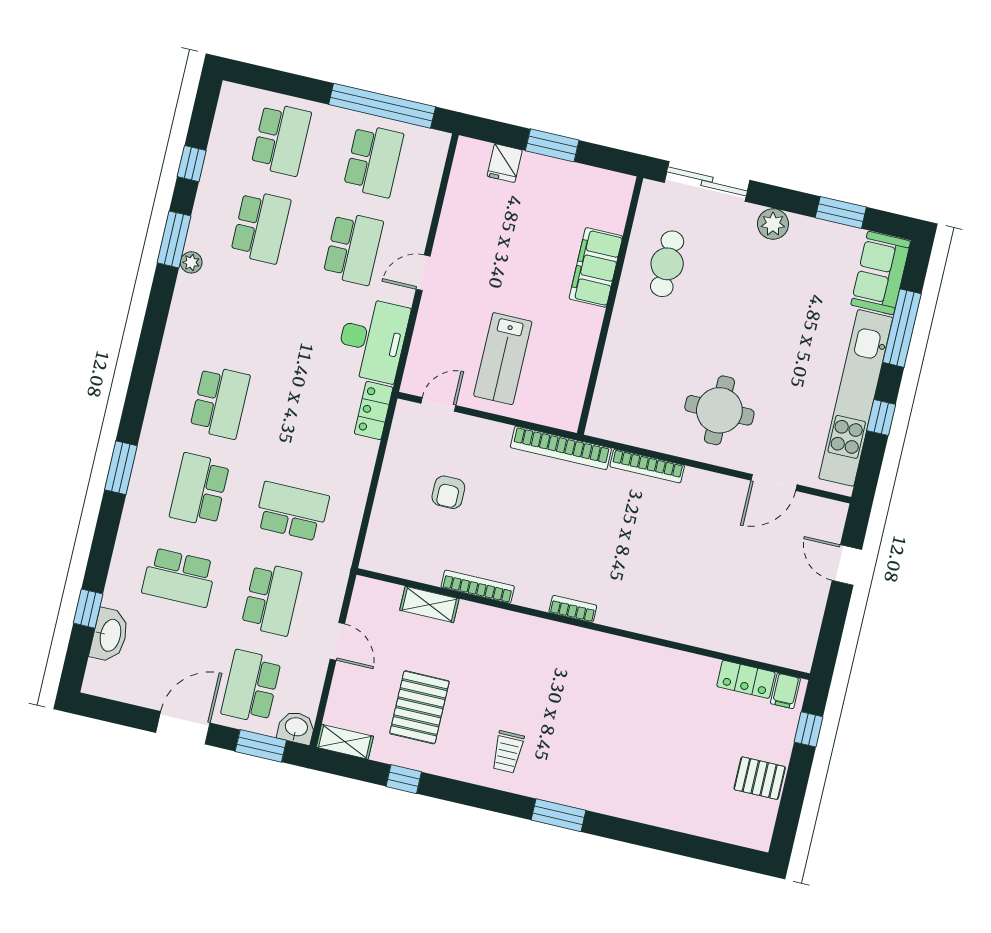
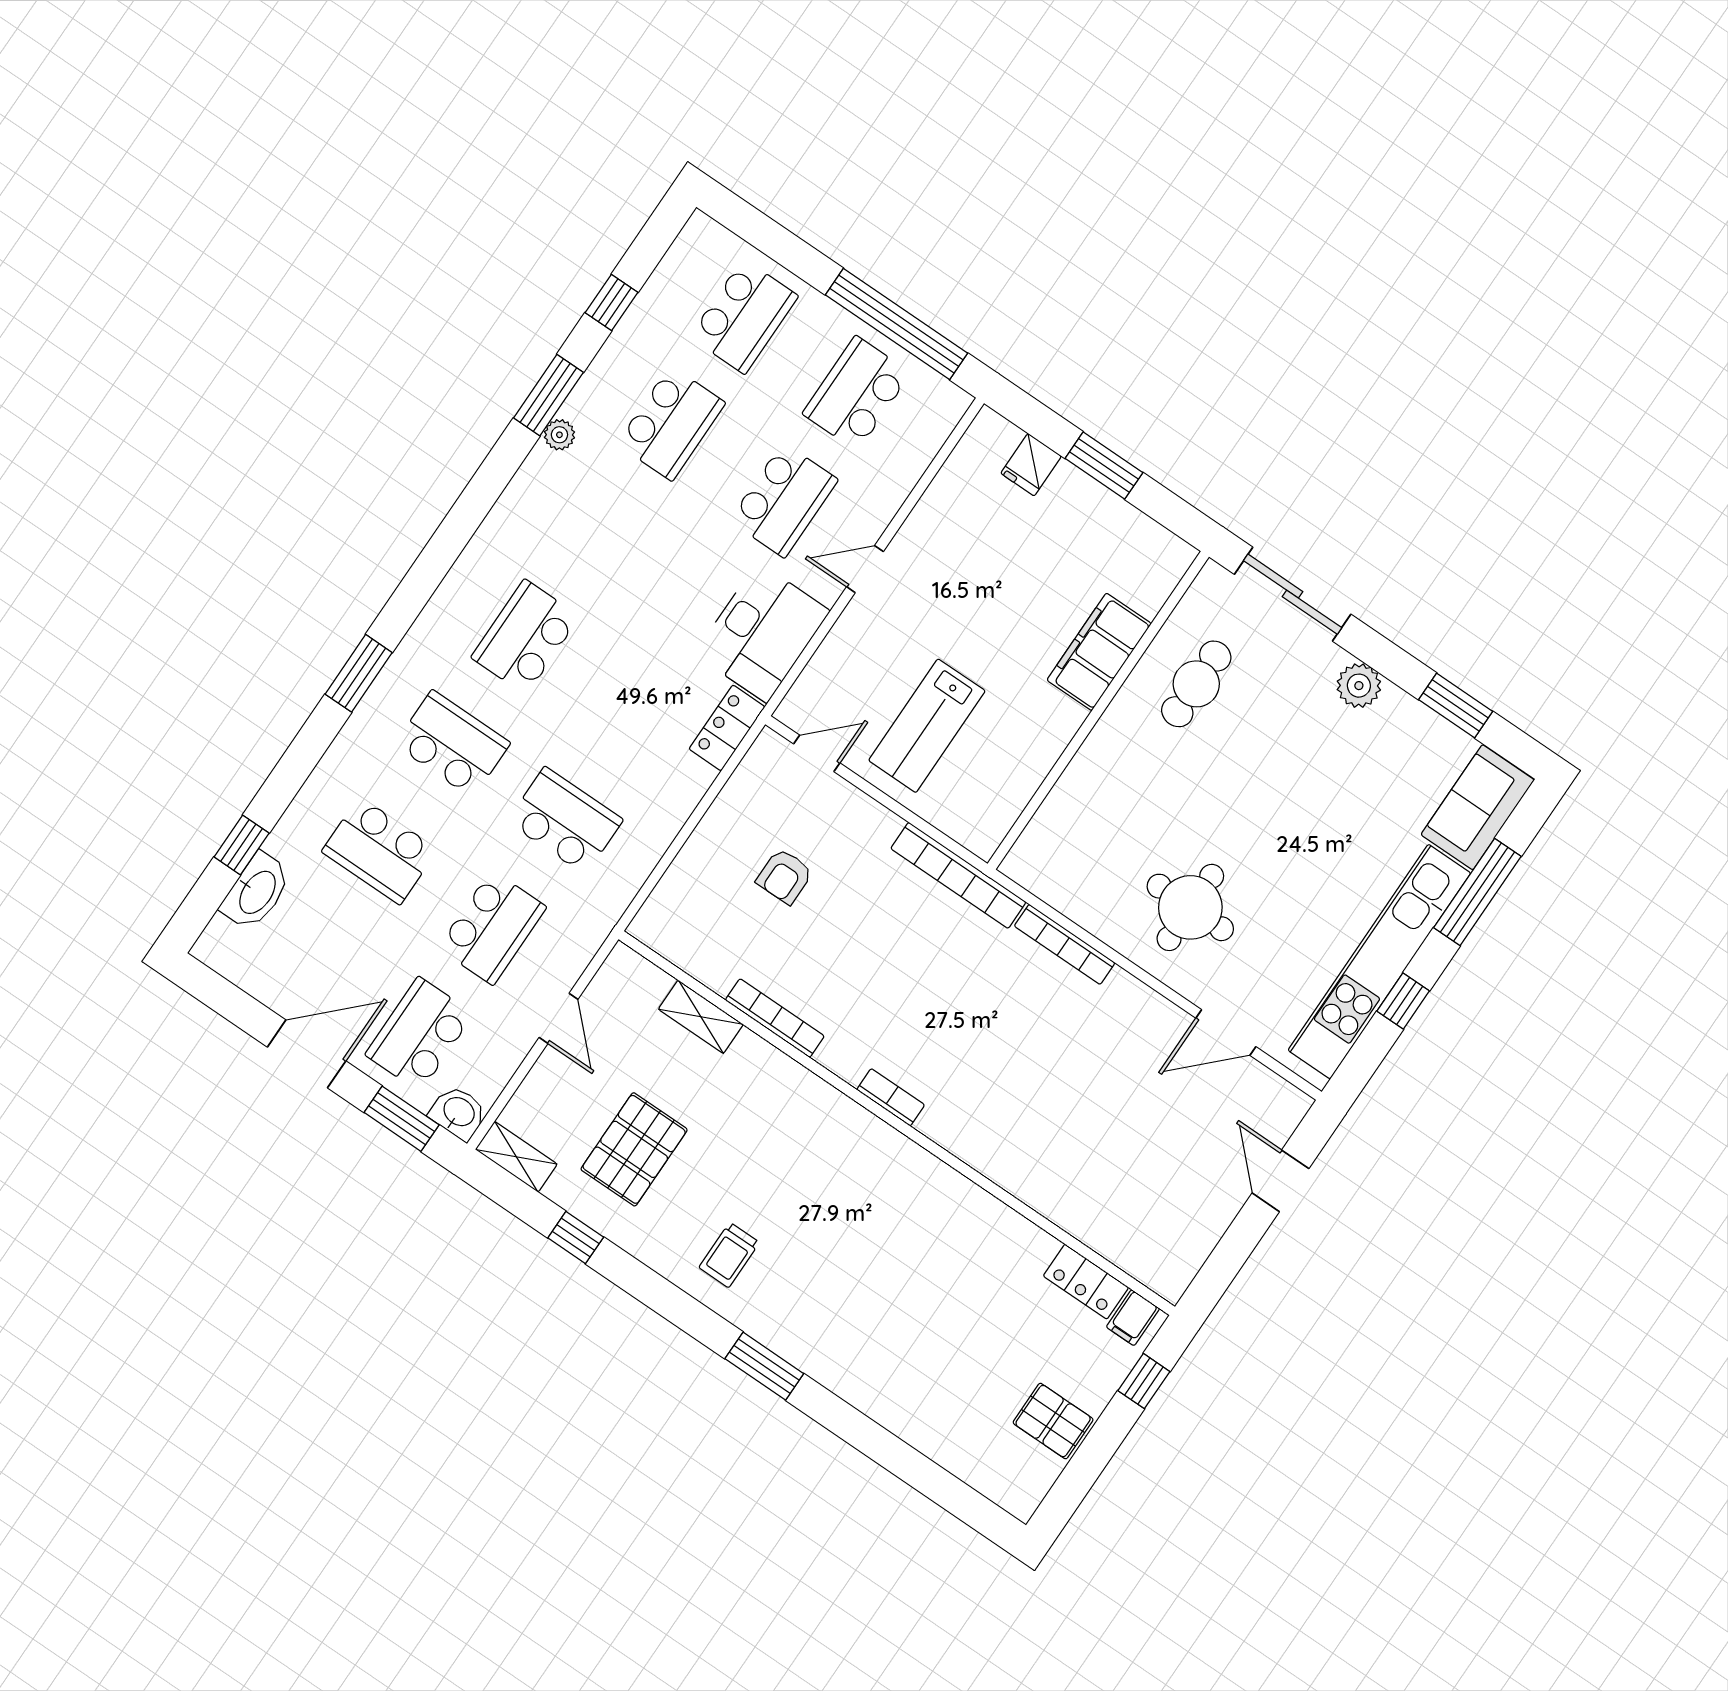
school desk: (374, 161) -> (857, 393), turned 180
school desk: (220, 402) -> (525, 637), turned 180
school desk: (200, 490) -> (452, 744), turned 90

